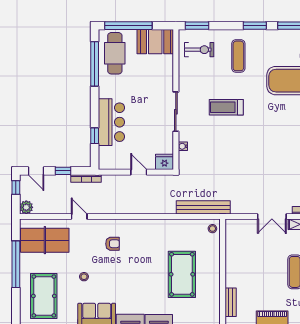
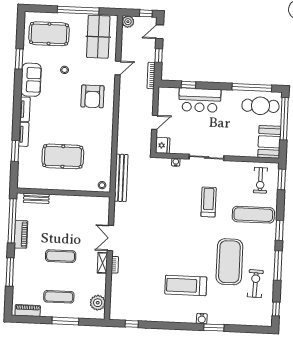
exercise mat: (238, 56) -> (253, 215), width x1.36, depth x1.45
armchair: (113, 244) -> (92, 96), width x1.88, depth x1.88

